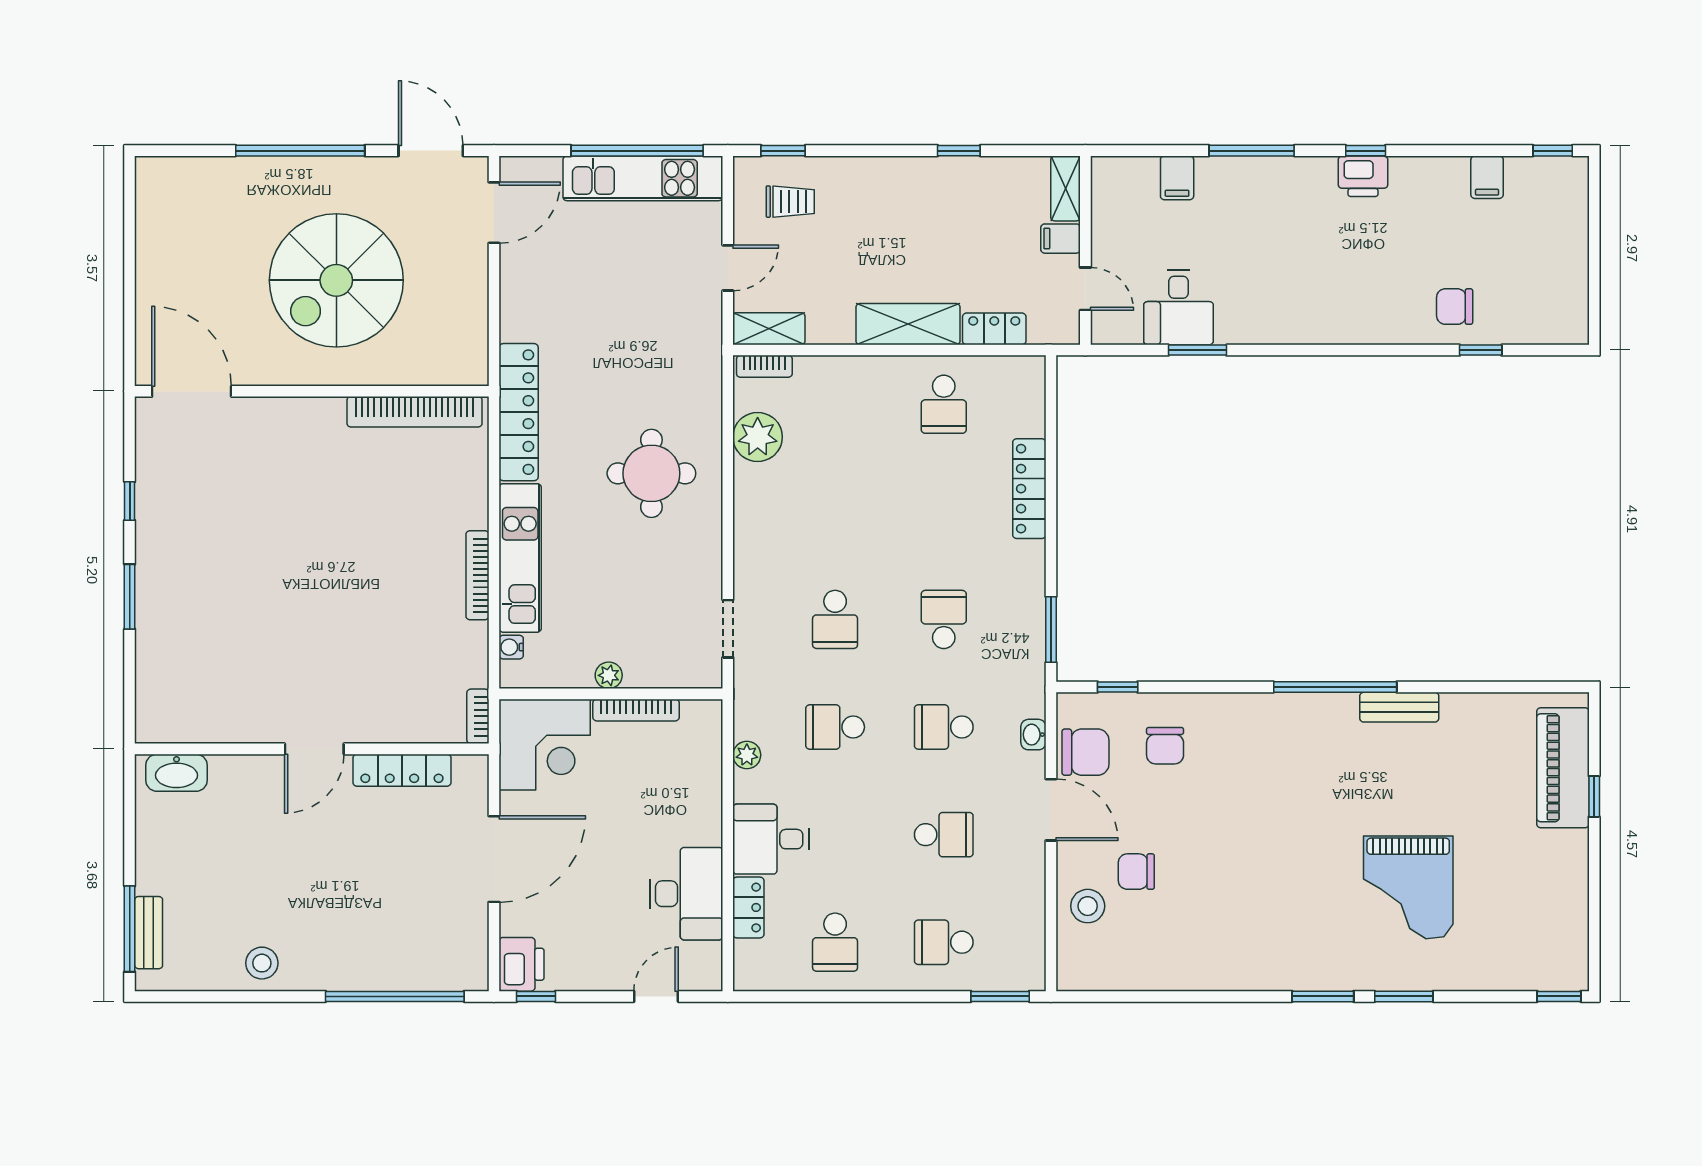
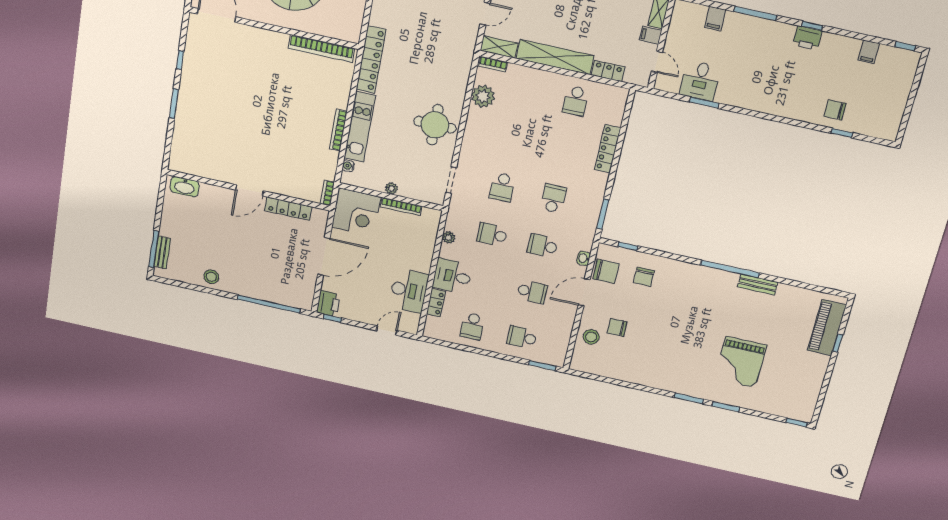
shelving: (908, 324) -> (555, 57), width x1.47
round table: (651, 473) -> (435, 125), moved
door: (1051, 810) -> (584, 292), swing flipped

